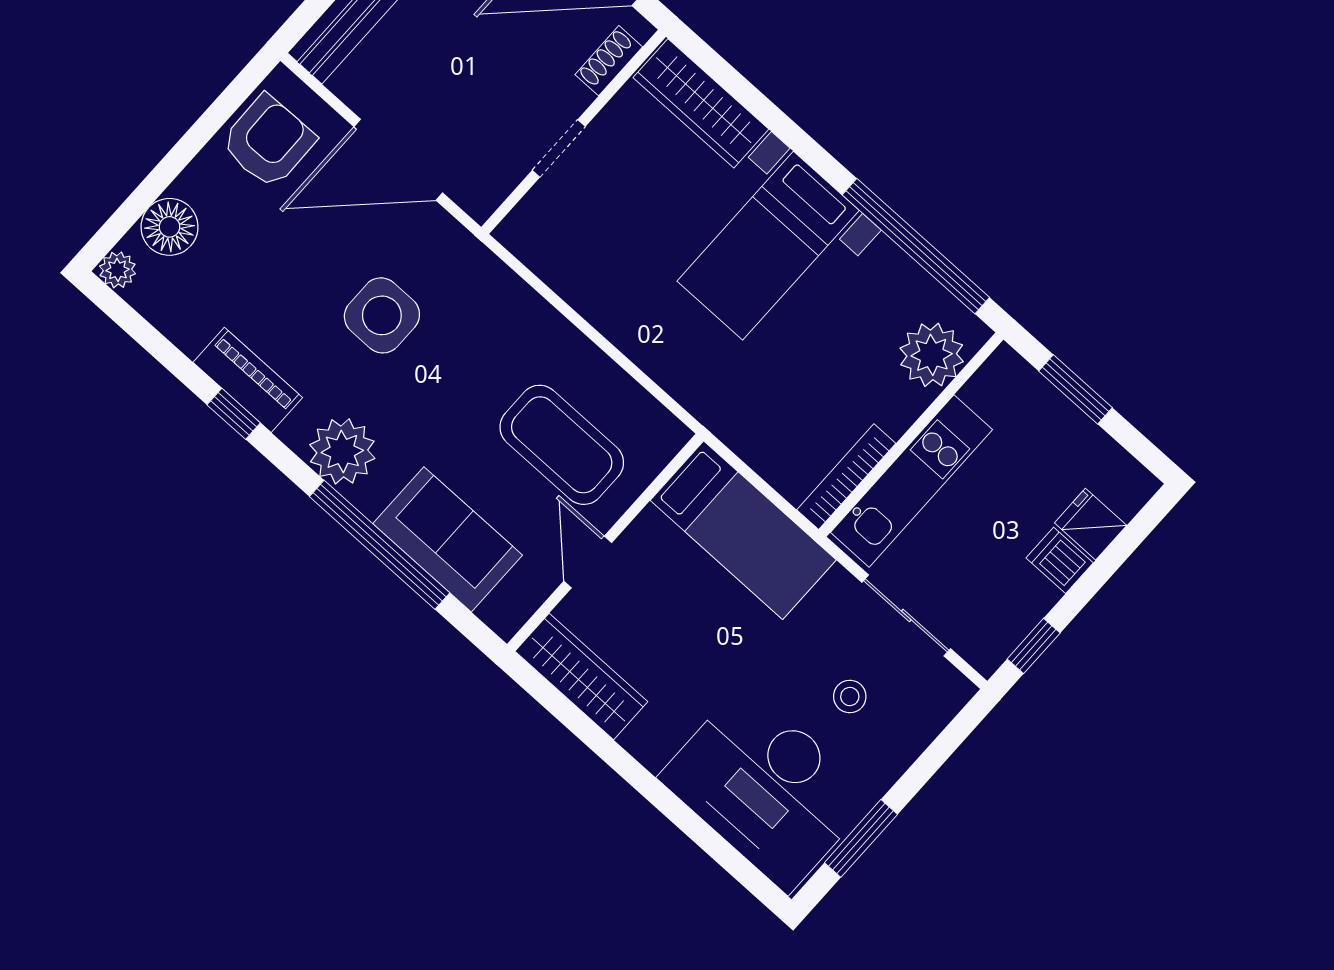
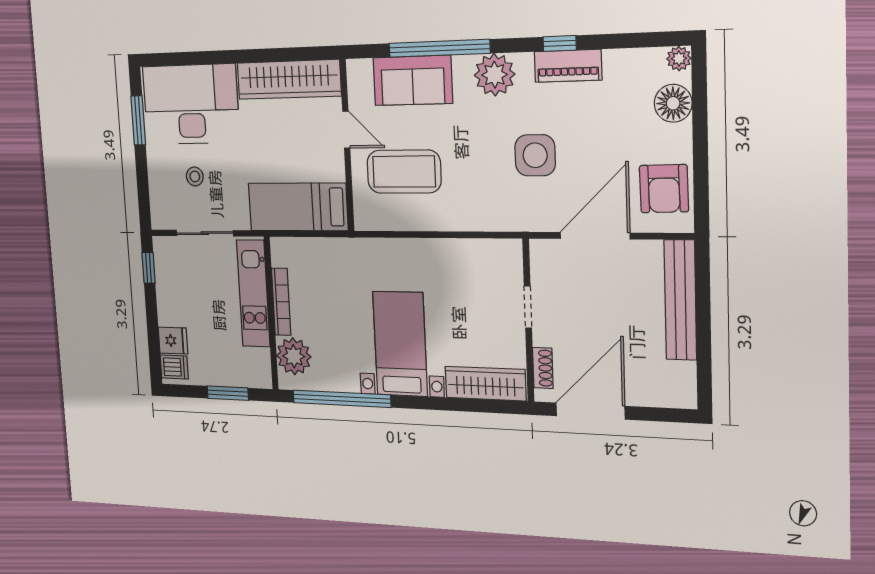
bookcase: (846, 477) -> (281, 302), moved
dishwasher: (1060, 560) -> (174, 367), moved
wardrobe: (581, 676) -> (289, 79), width x1.40, depth x1.17

